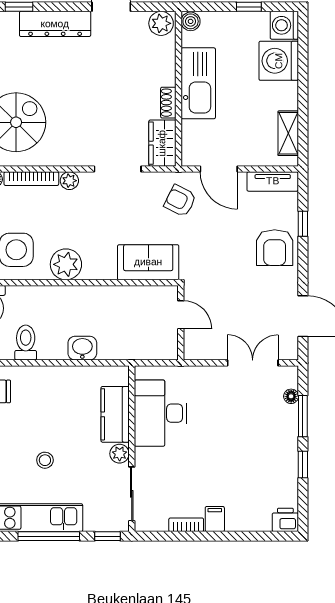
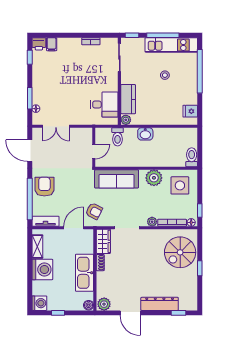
washing machine: (279, 61) -> (42, 270), moved
door: (219, 169) -> (74, 228), hinge flipped
window: (303, 224) -> (30, 199), width x3.17
sofa: (148, 262) -> (117, 179), width x1.36
door: (181, 315) -> (94, 151), swing flipped
toilet: (26, 343) -> (118, 137), moved
desk: (160, 413) -> (104, 105), width x0.73
plant: (120, 454) -> (126, 120), moved
window: (303, 464) -> (30, 57), moved
filing cabinet: (215, 519) -> (52, 44), moved

